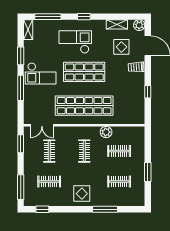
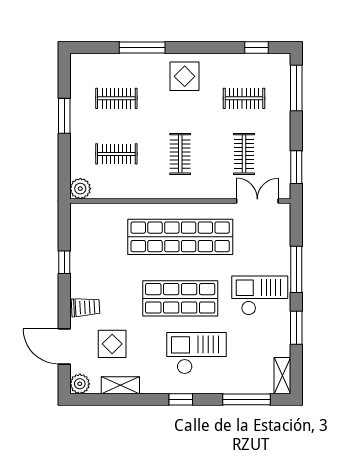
checkout: (75, 42) -> (196, 353), turned 180
plant: (106, 132) -> (80, 189), moved

